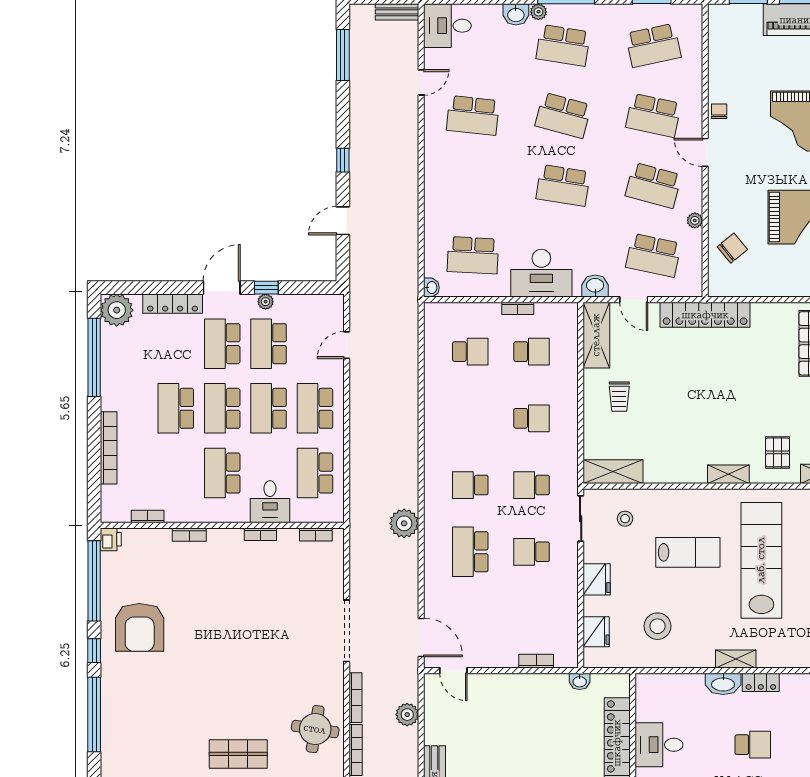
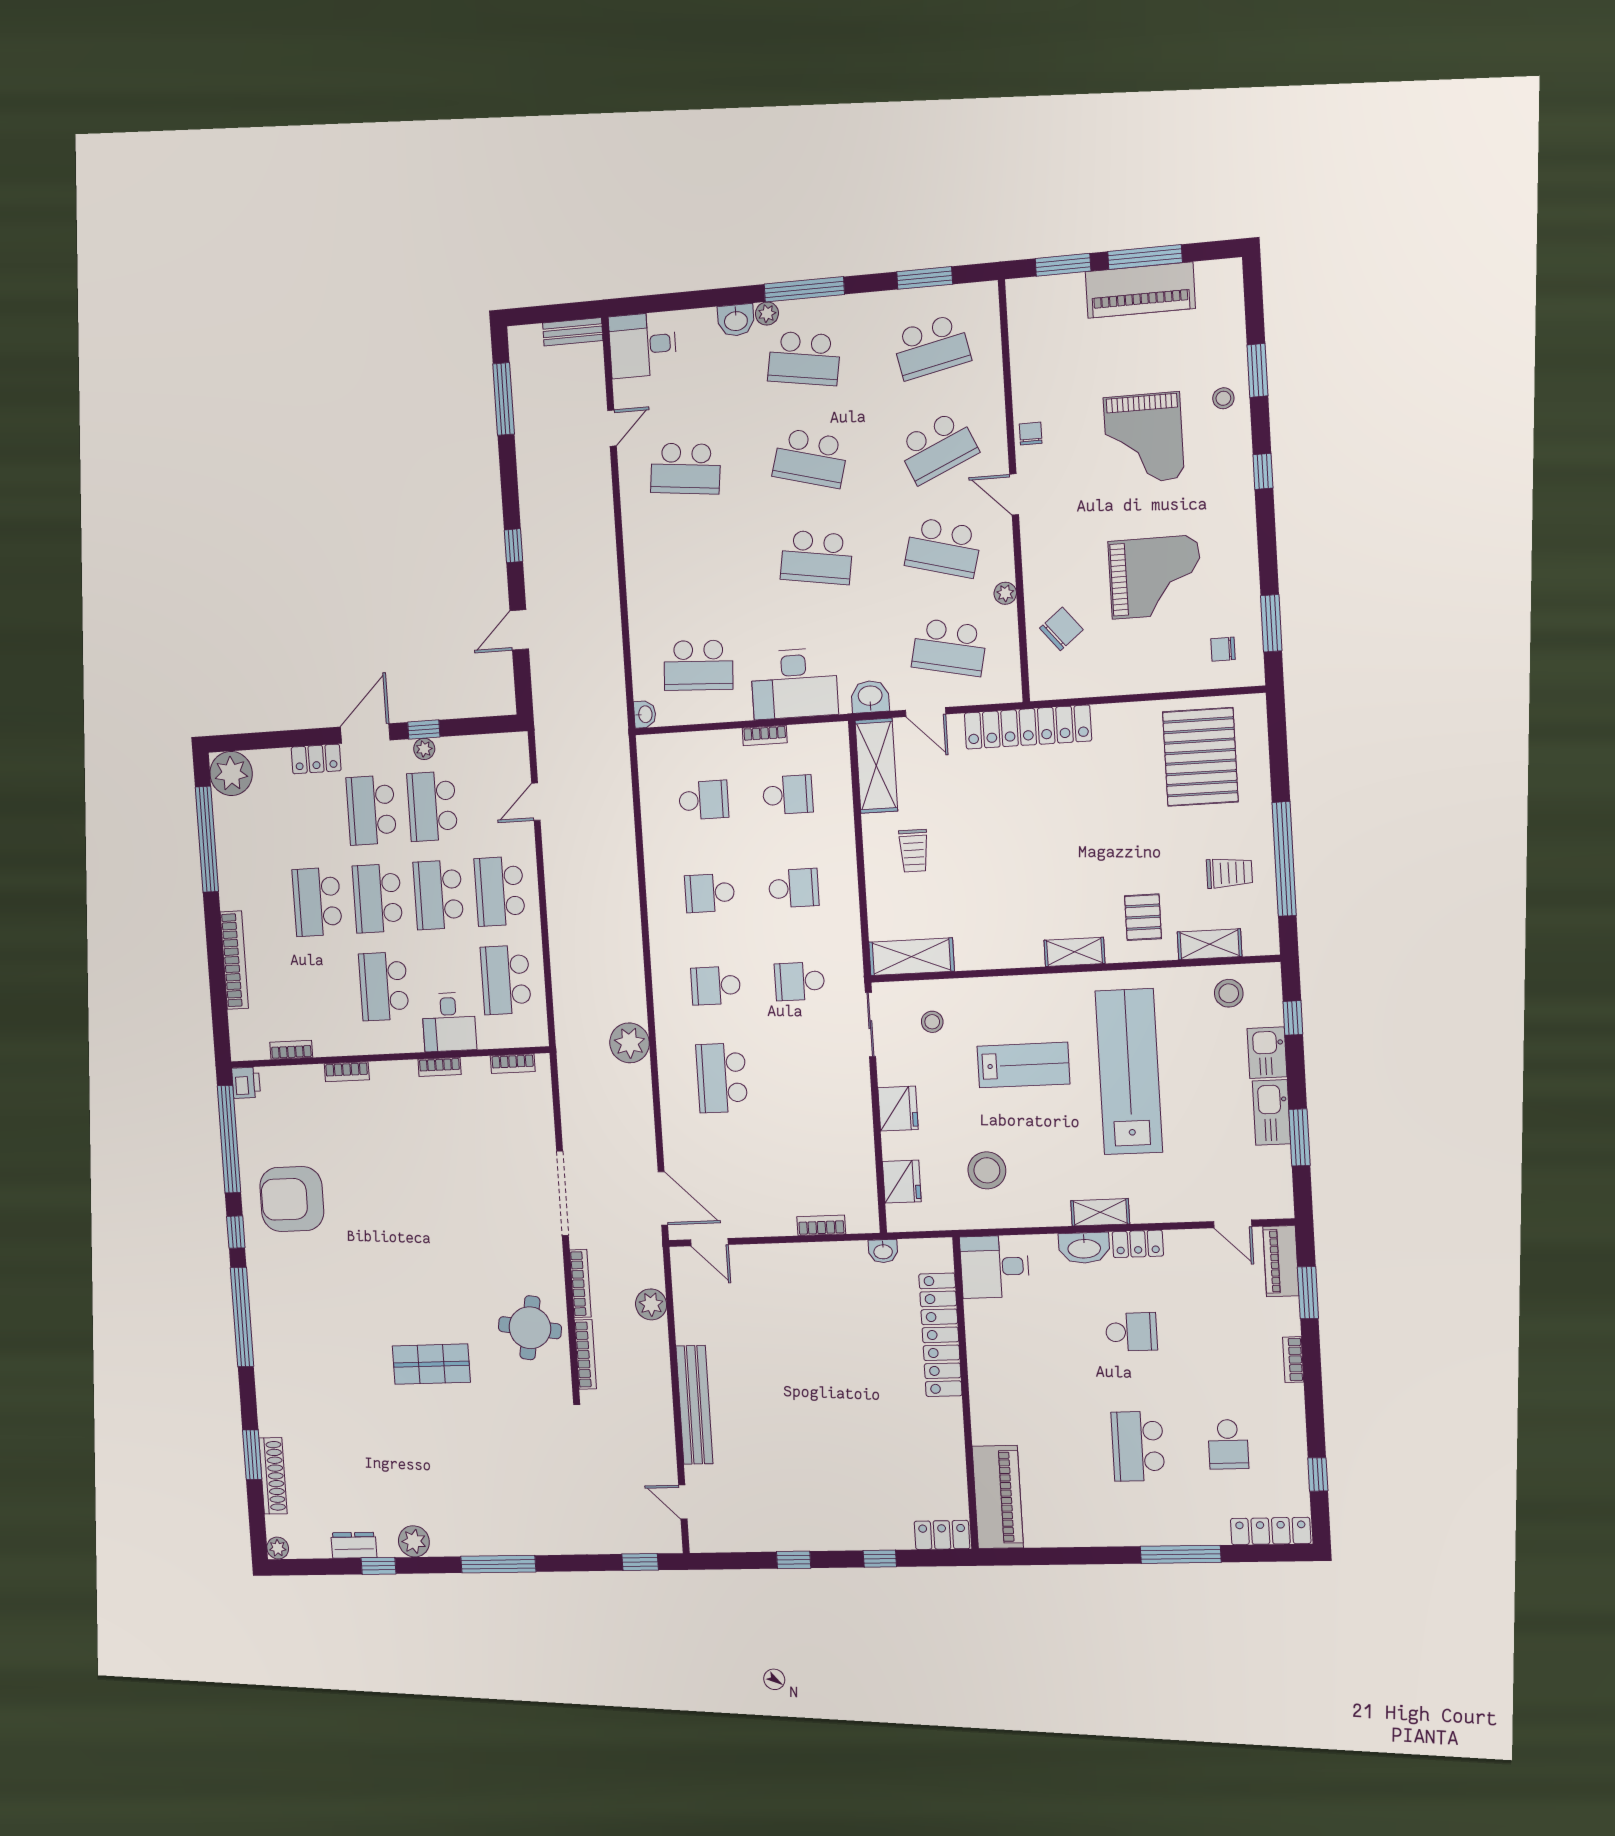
school desk: (653, 115) -> (937, 447), turned -36
locker: (173, 304) -> (316, 759), width x0.66
school desk: (532, 552) -> (710, 893), moved
armchair: (140, 627) -> (292, 1199), turned 90
desk: (659, 745) -> (995, 1267), moved

